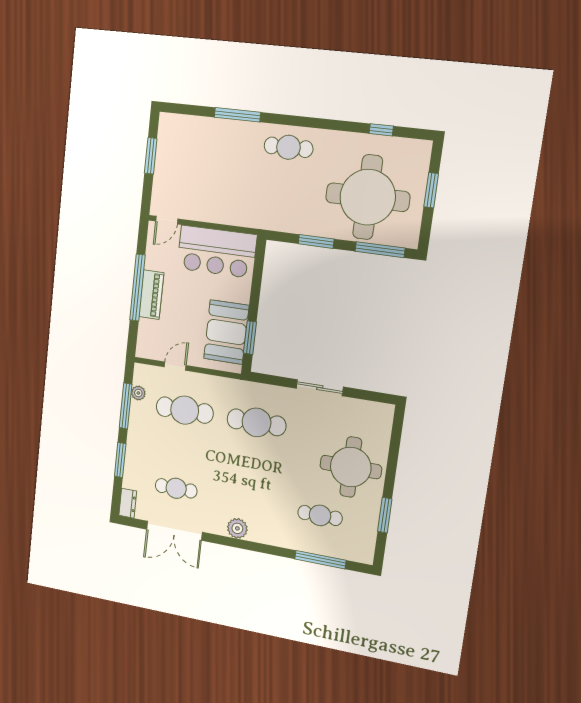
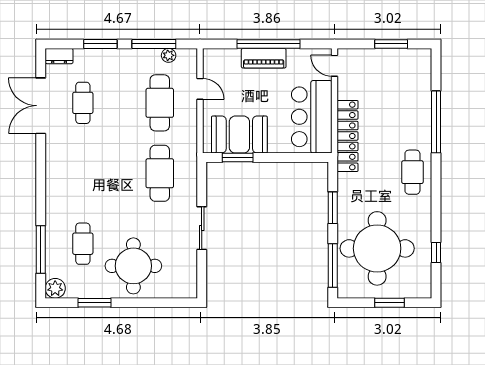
window: (237, 115) -> (436, 122), width x1.46
locker: (241, 215) -> (348, 136), added
plant: (237, 528) -> (55, 288), moved

